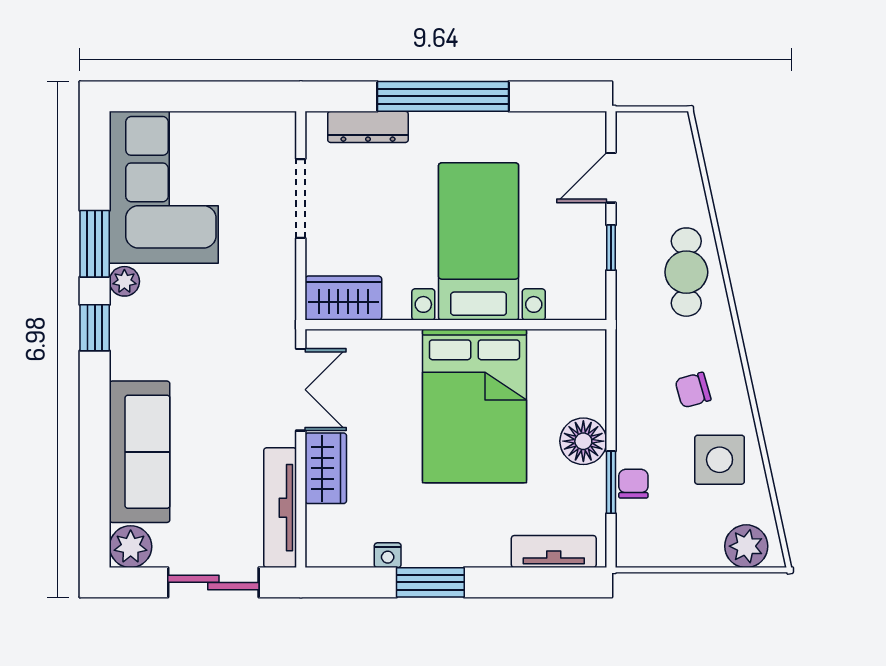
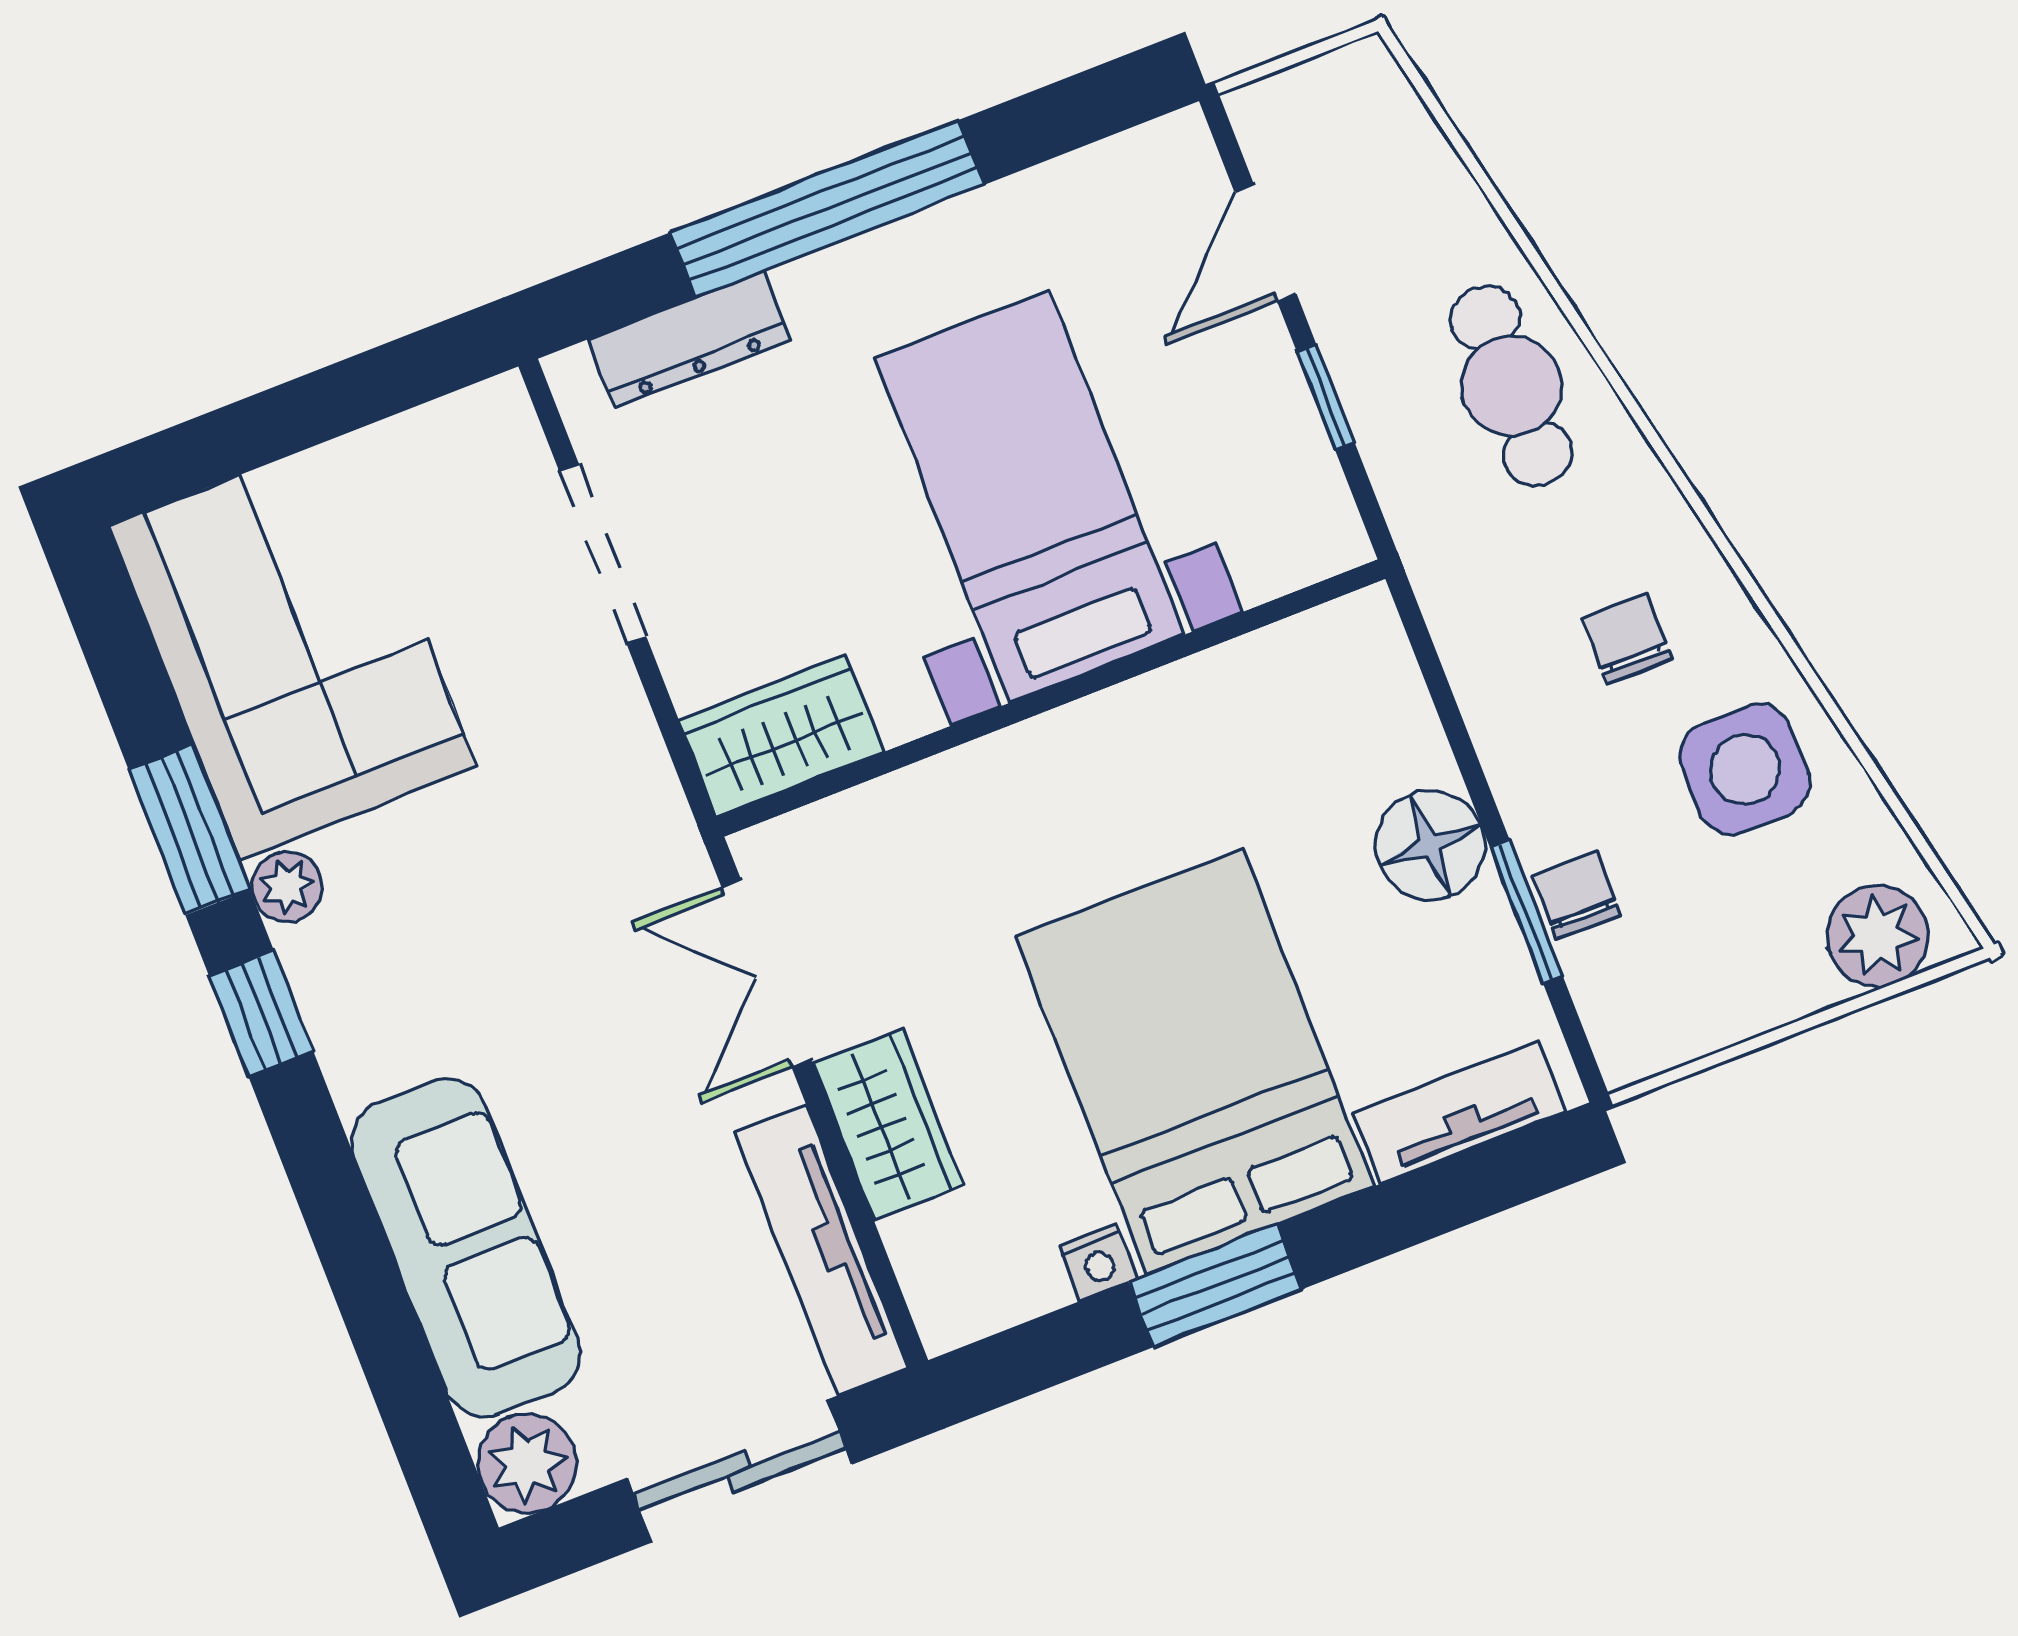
double door: (301, 390) -> (766, 974), swing flipped
chair: (693, 390) -> (1627, 639), turned 106
bed: (474, 406) -> (1195, 1062), moved, turned 180

